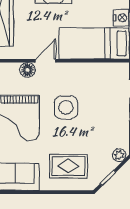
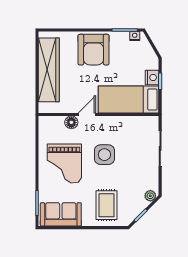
rug: (68, 166) -> (106, 205), turned 90

